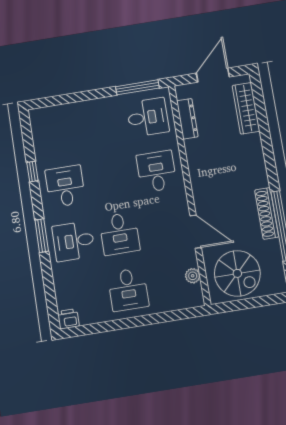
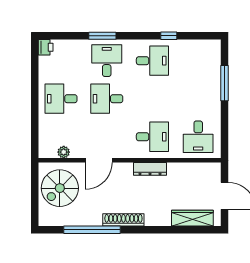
window: (137, 87) -> (225, 83), moved
dresser: (187, 119) -> (150, 169), moved
shoe rack: (267, 213) -> (123, 220), moved
window: (42, 236) -> (102, 36), moved

